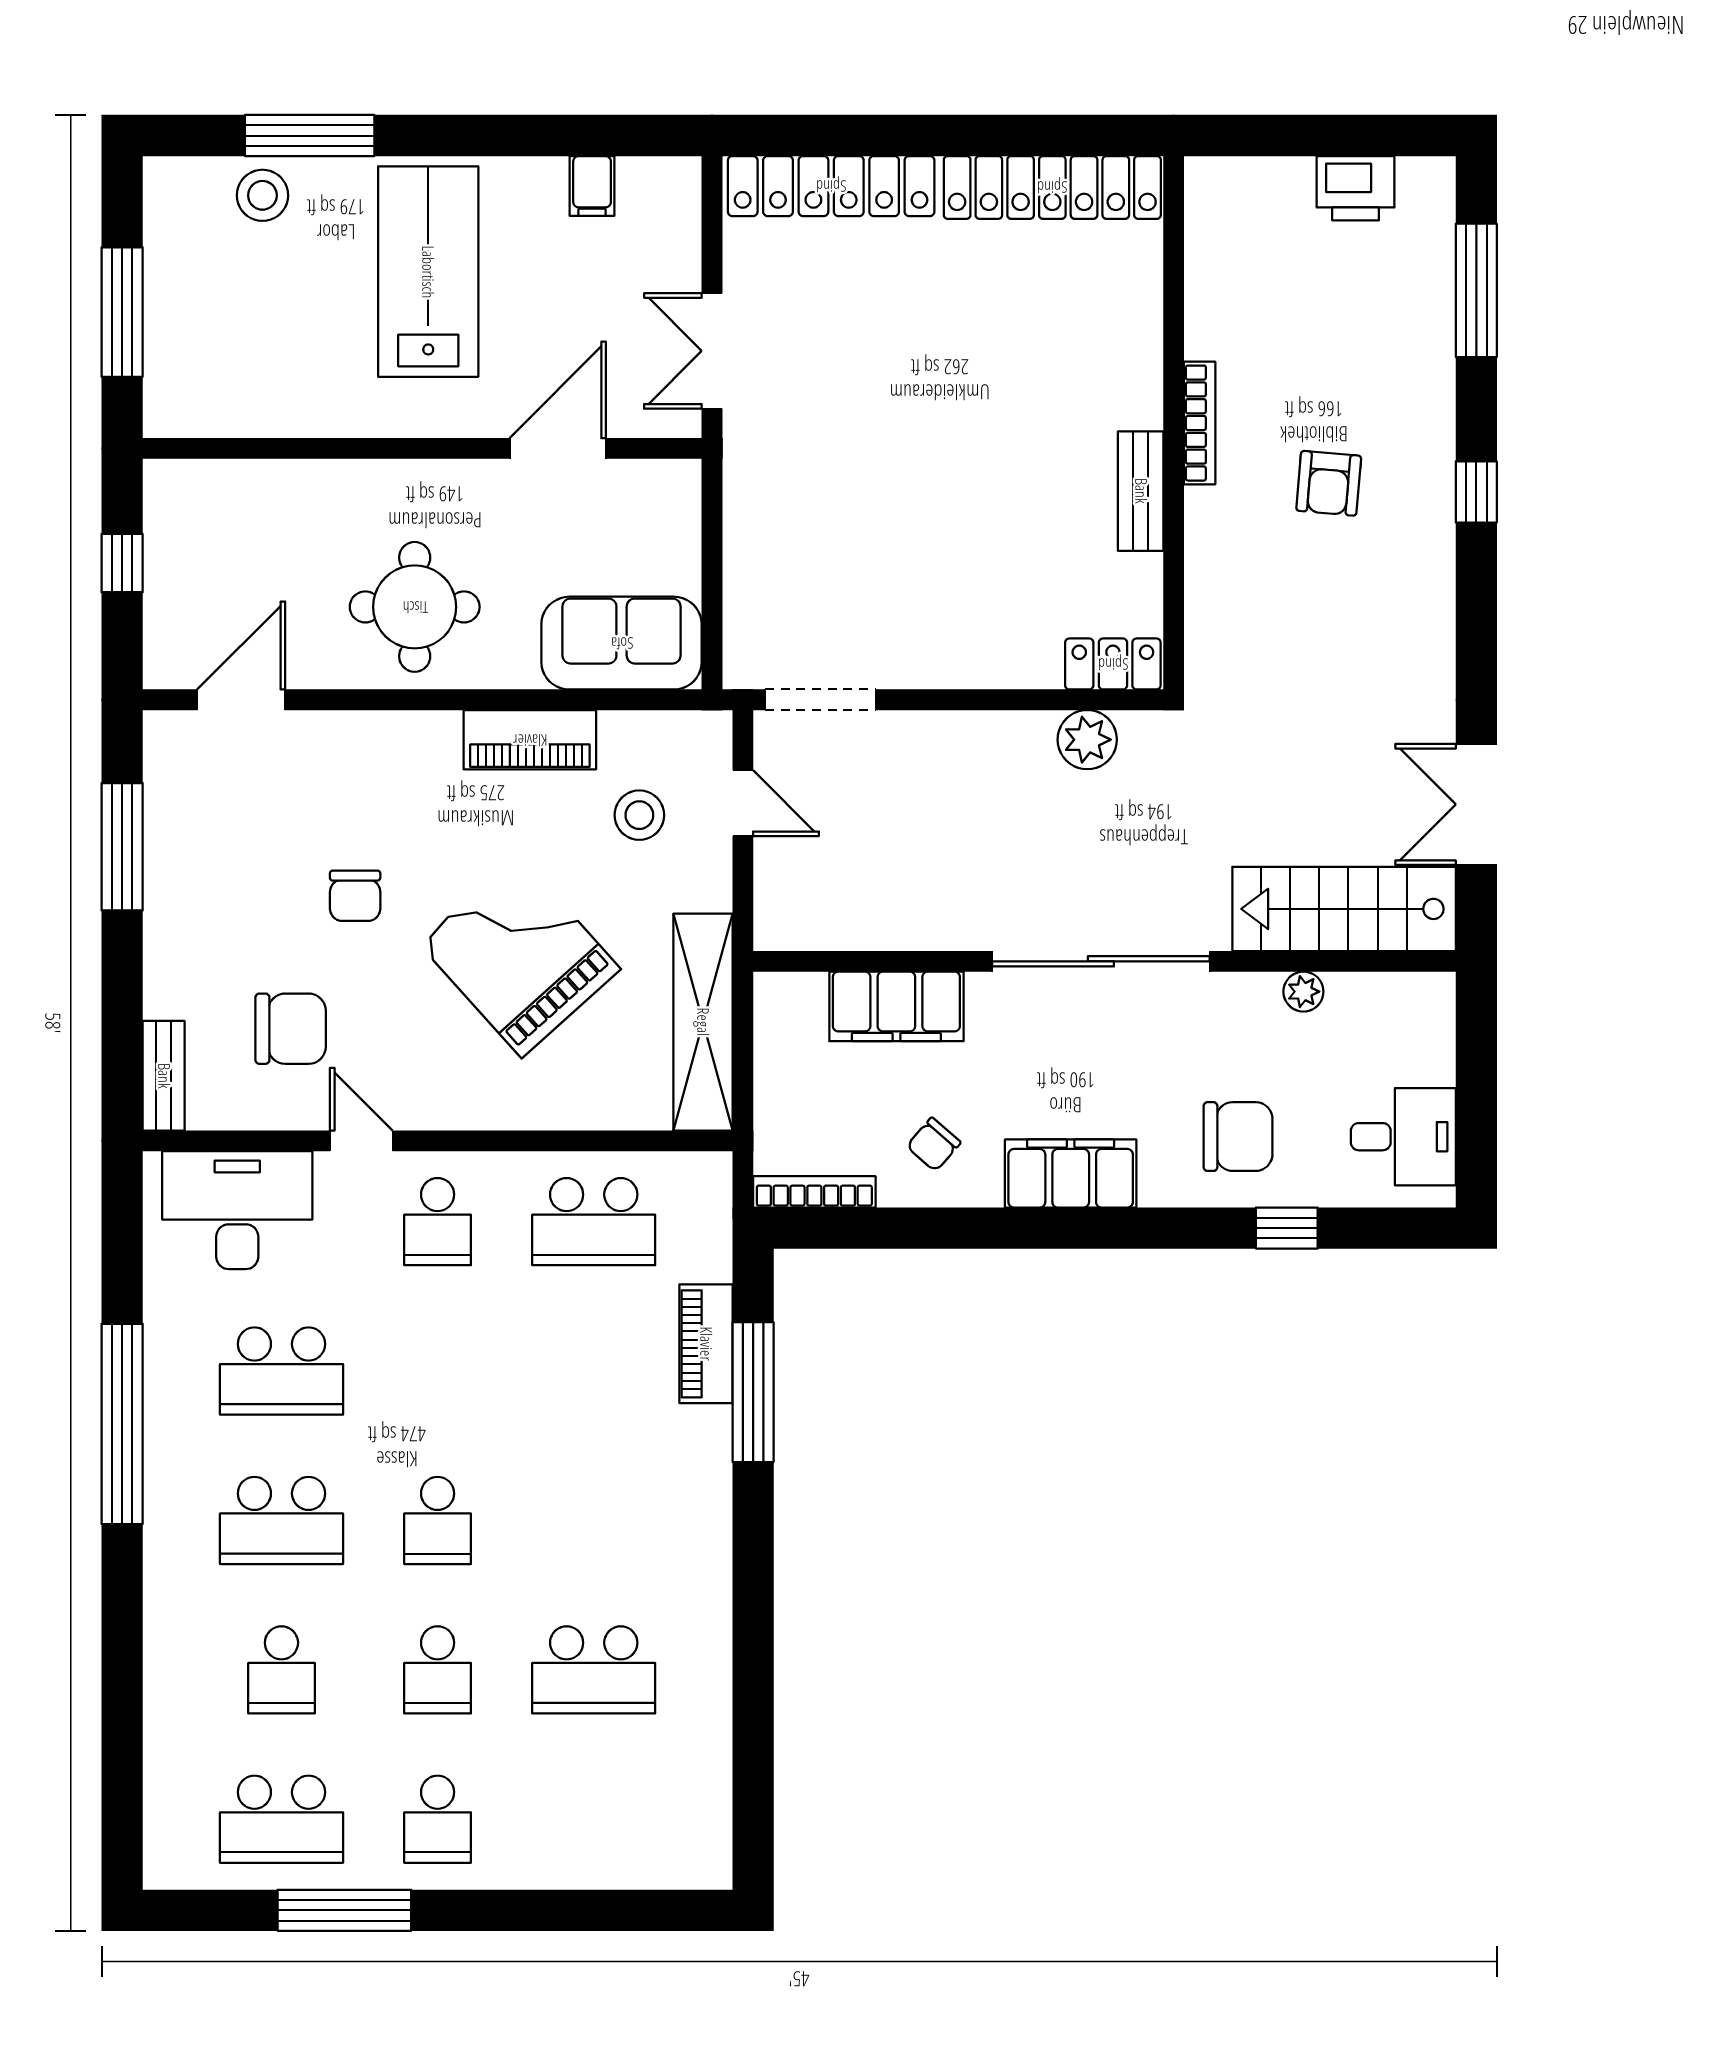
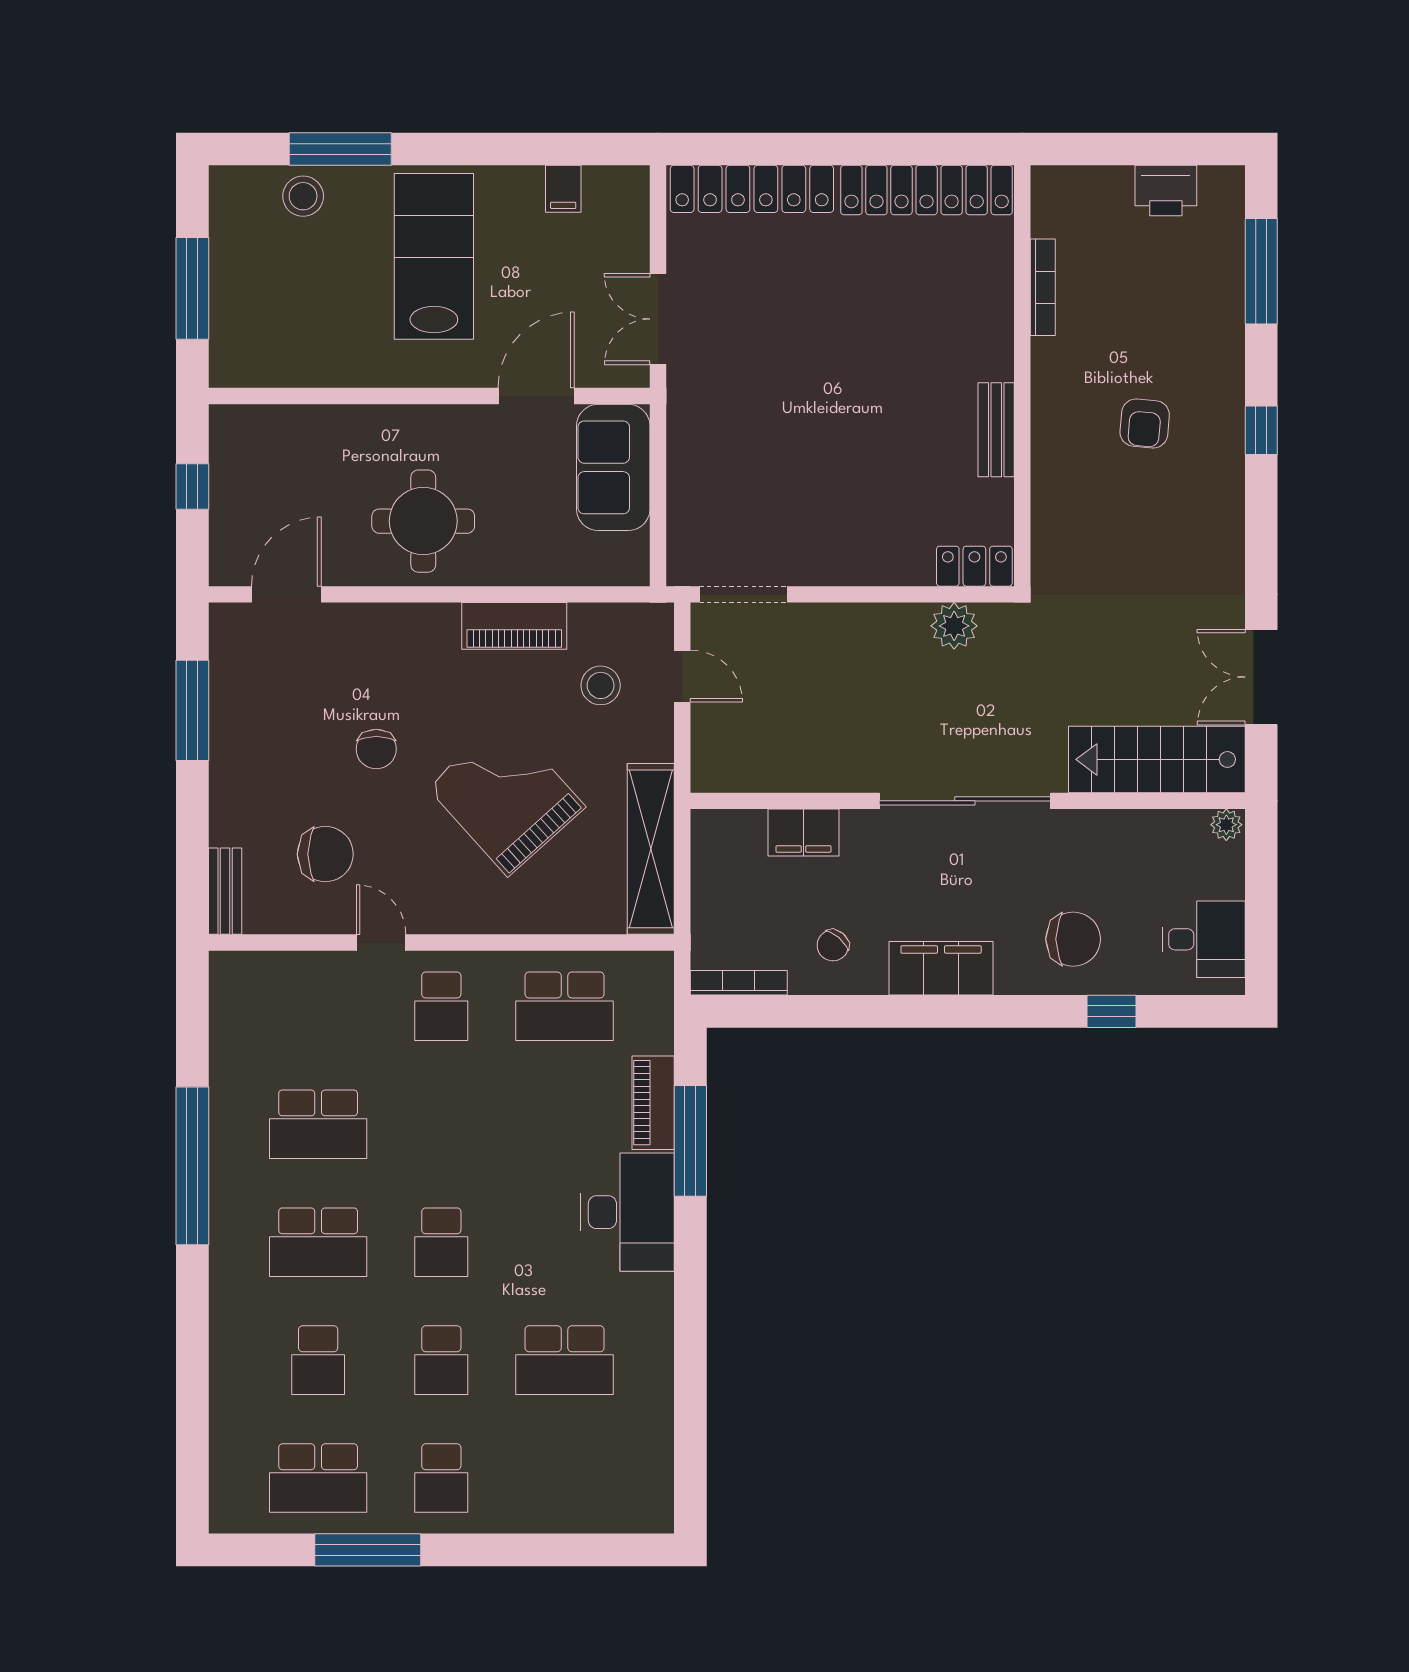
bookcase: (1200, 423) -> (1043, 287), moved
sofa: (622, 643) -> (613, 467), moved, turned -90
plant: (1303, 992) -> (1226, 825), moved
filing cabinet: (896, 1006) -> (803, 833), width x0.67, depth x0.86
desk: (237, 1210) -> (628, 1212), moved, turned 90

